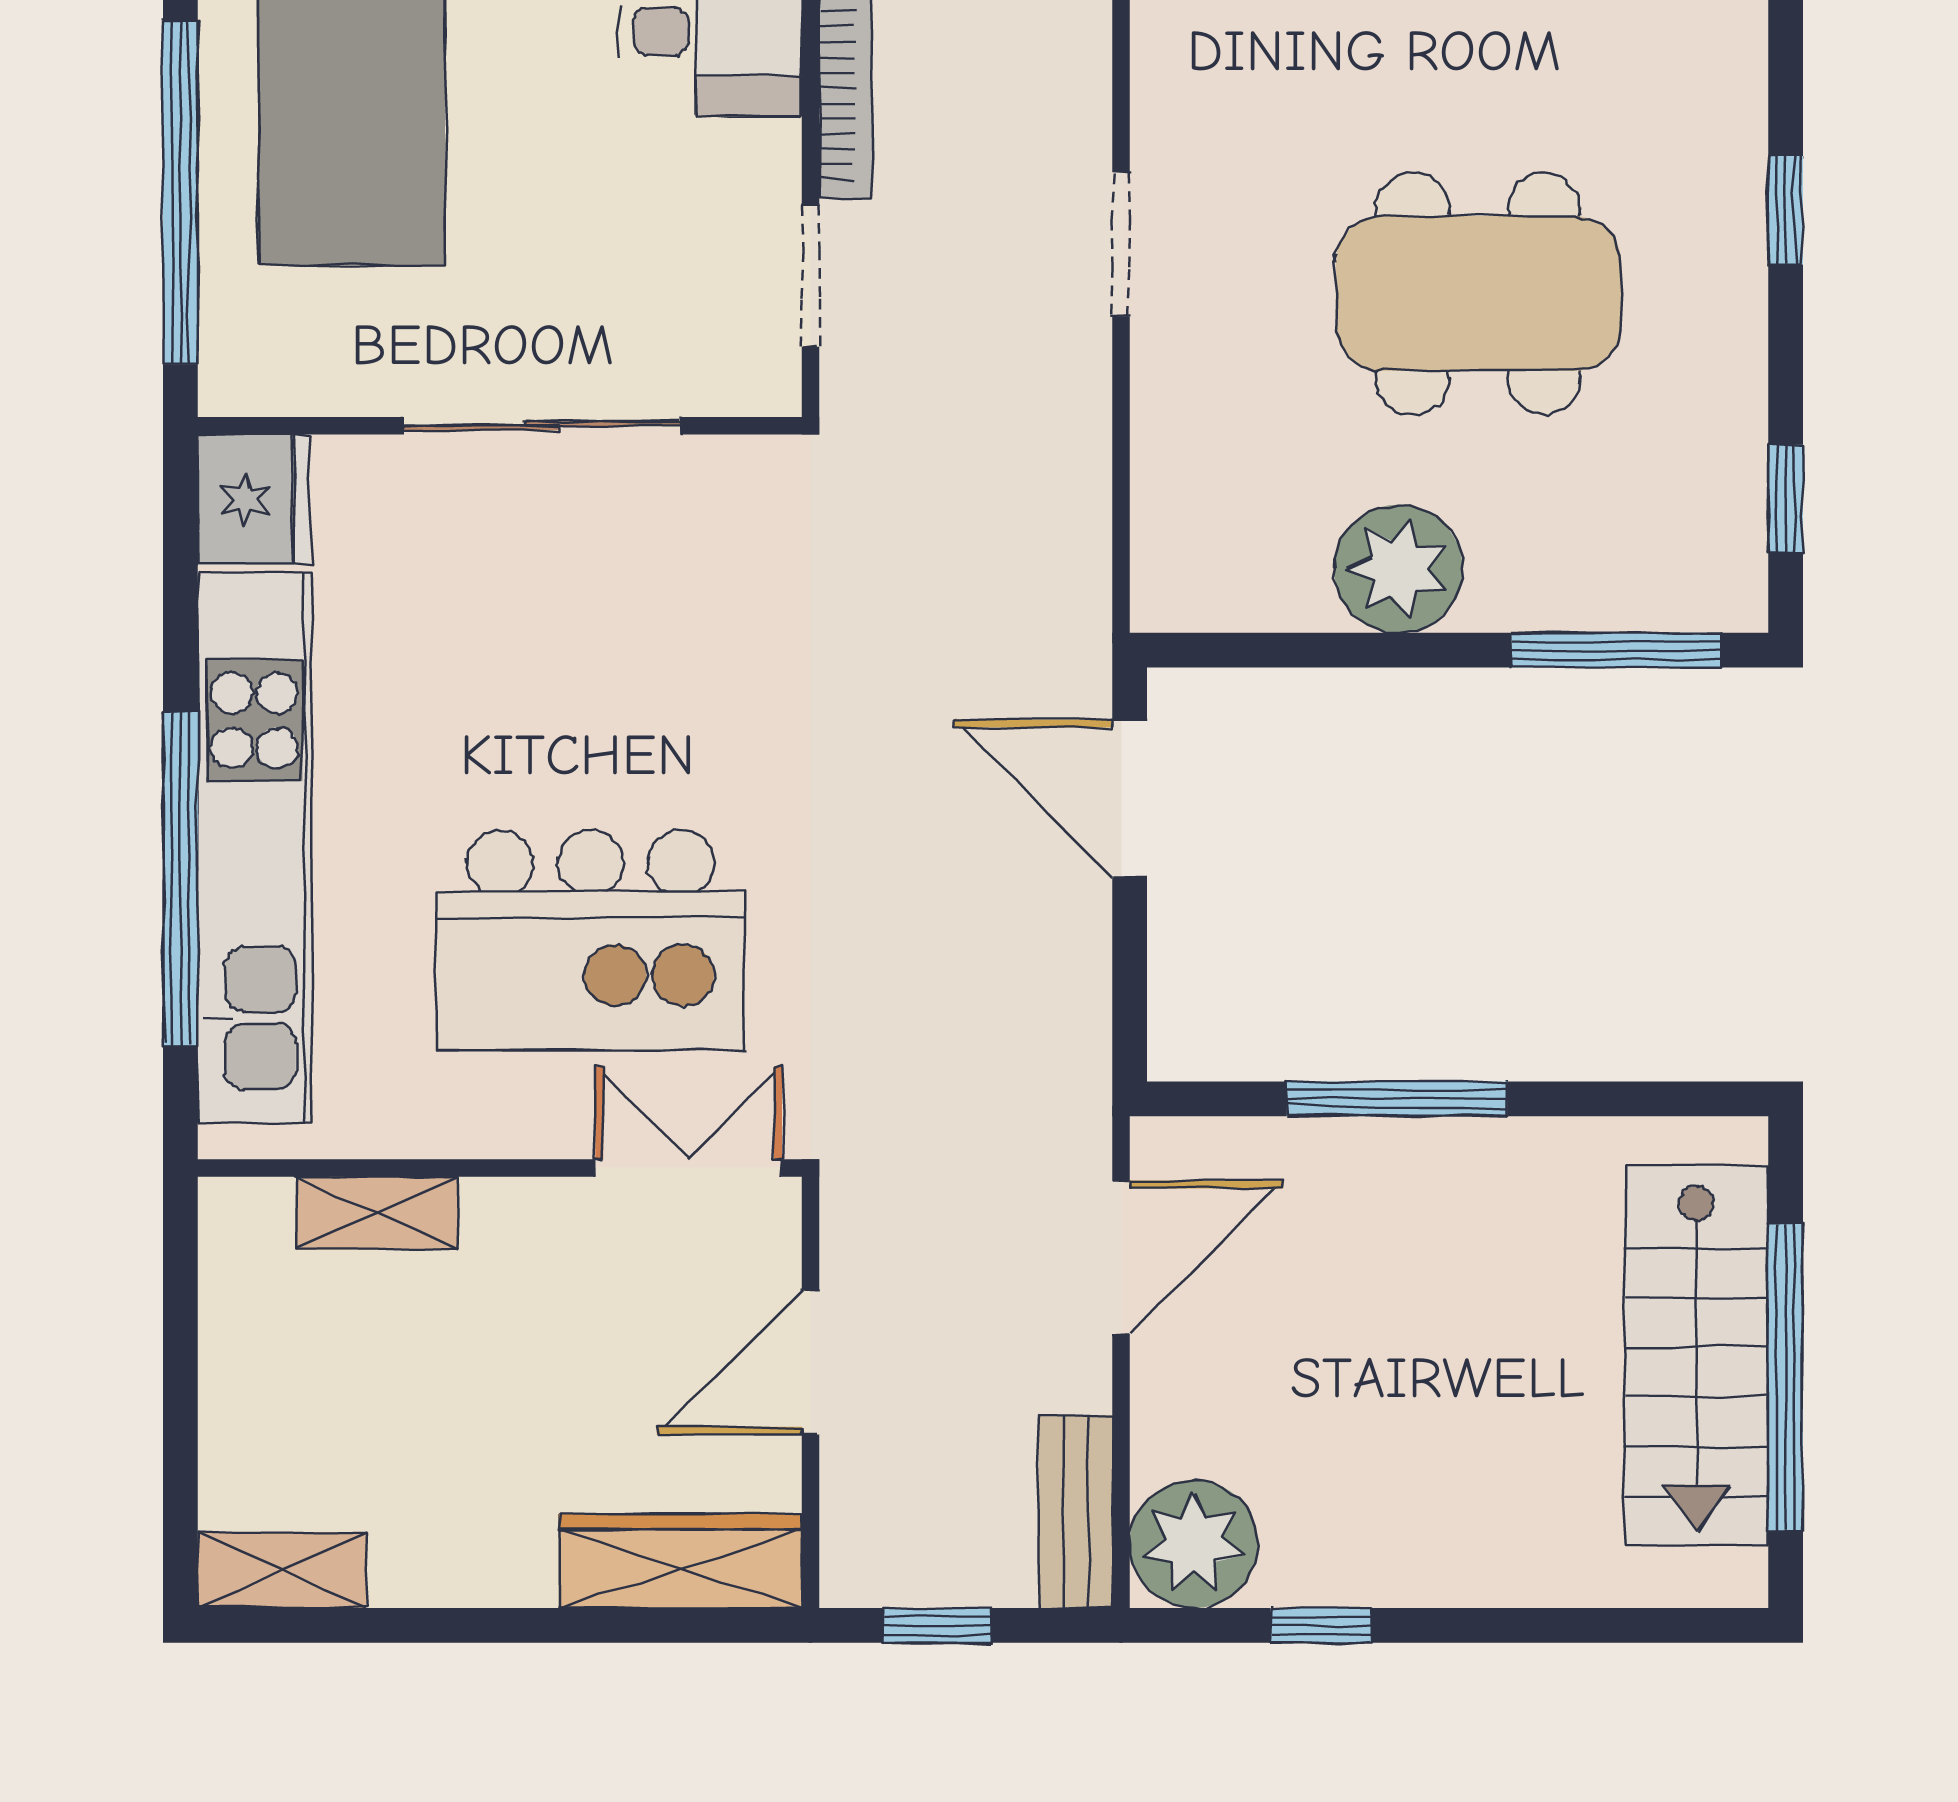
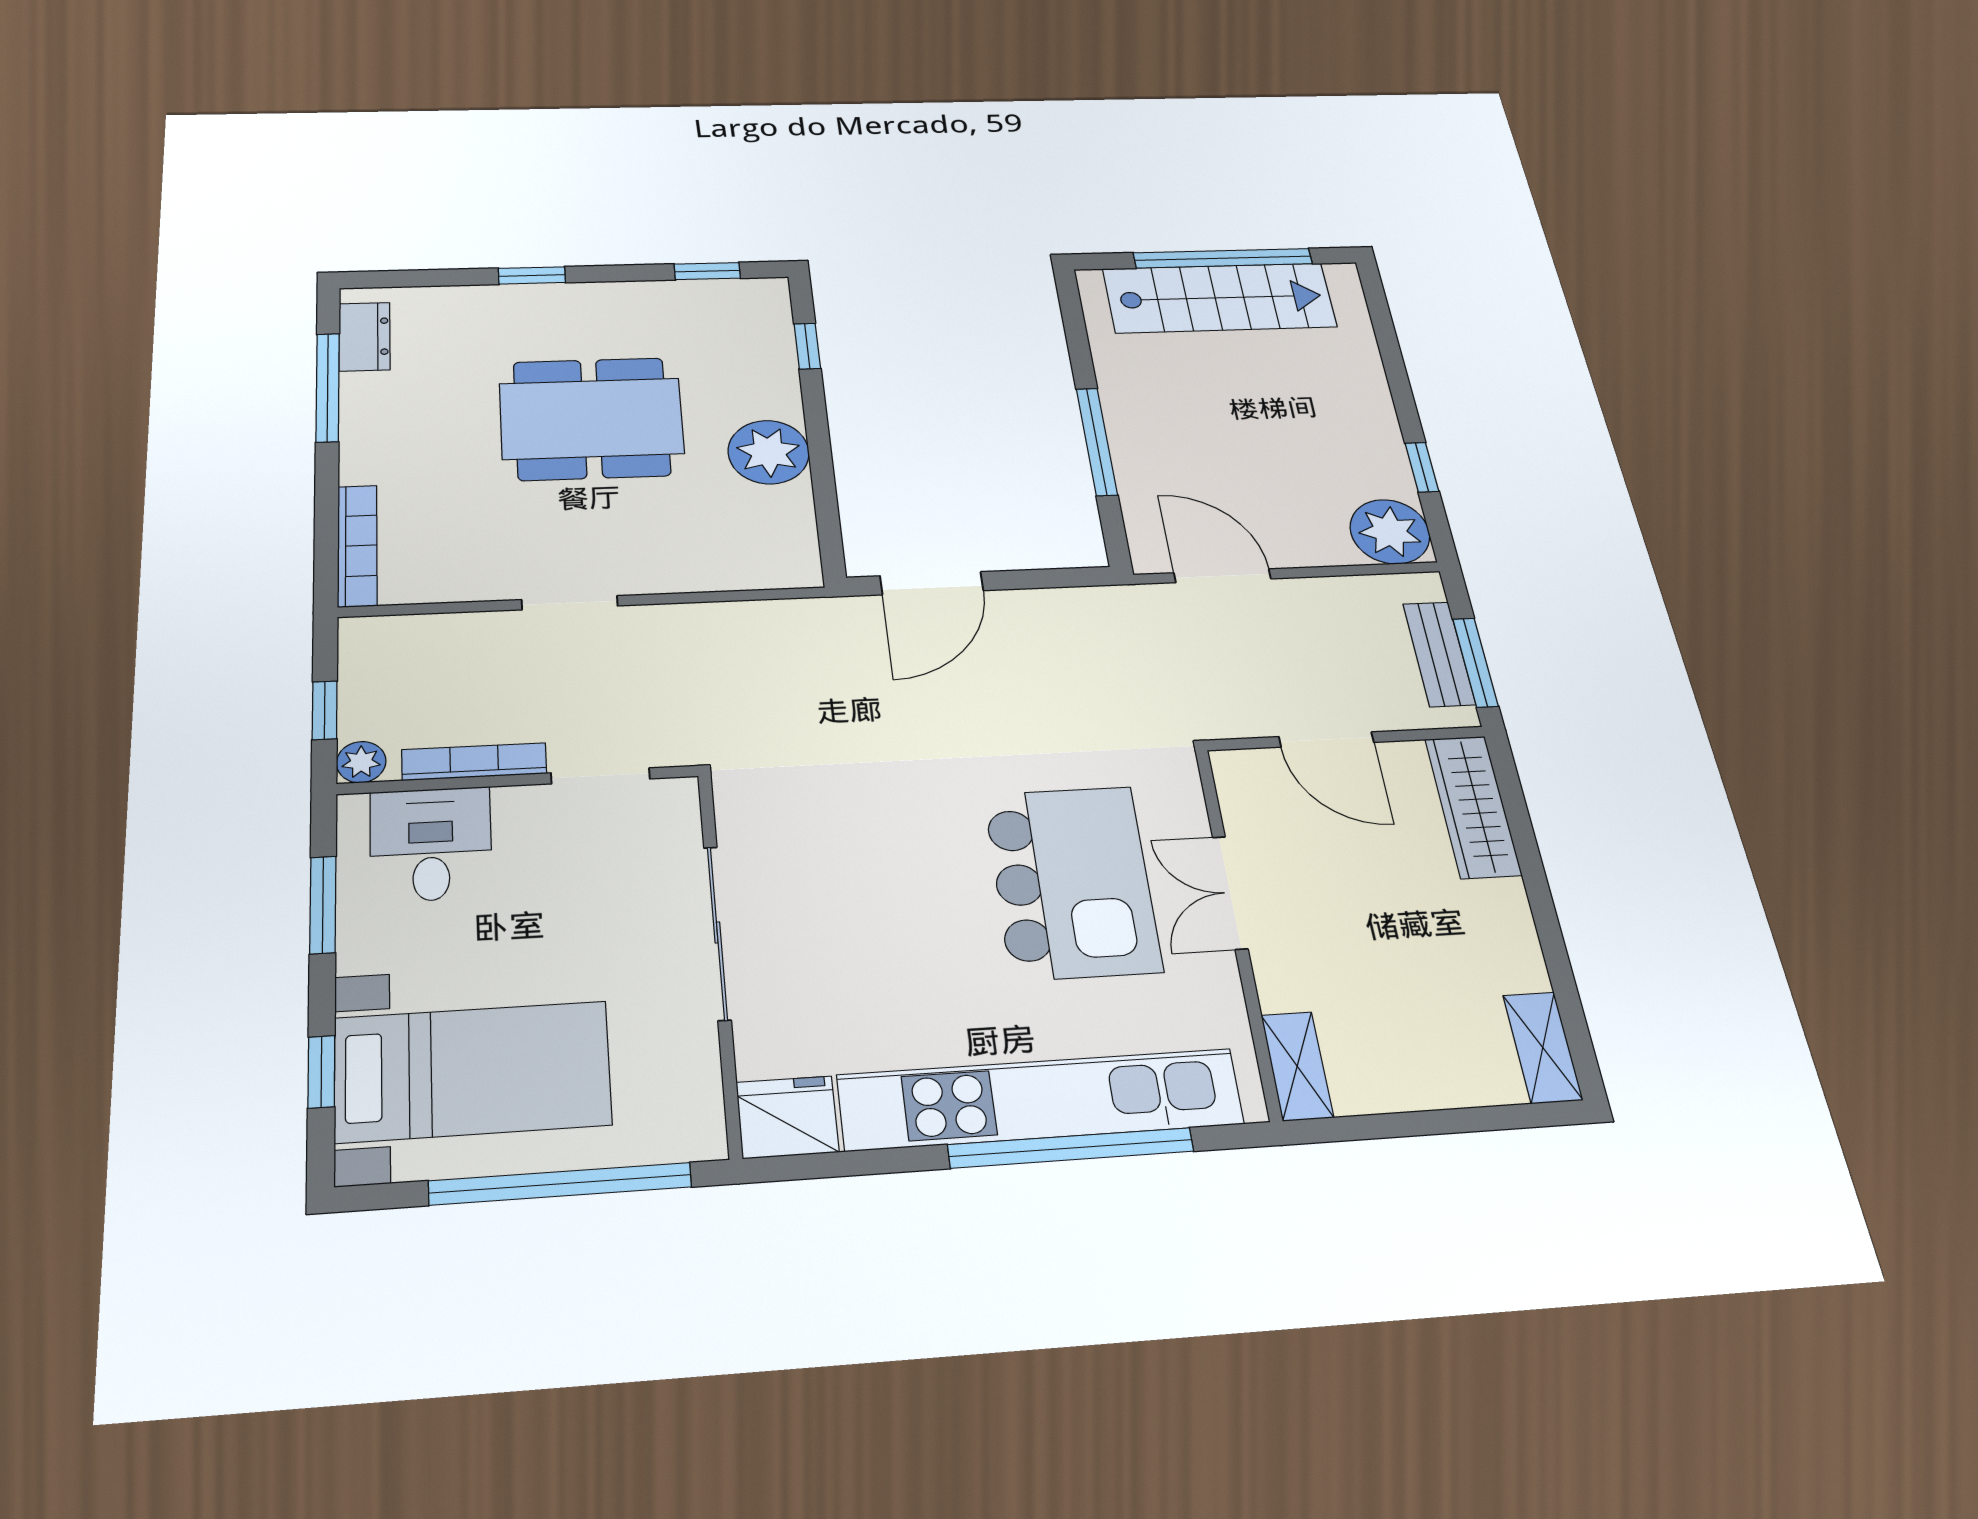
dining table: (1479, 293) -> (591, 418), turned 90
window: (1616, 650) -> (807, 346), width x0.46
double door: (689, 1168) -> (1230, 893), moved
shelving: (377, 1213) -> (1297, 1066), moved
bench: (1076, 1512) -> (1439, 654), moved, turned 90
window: (937, 1625) -> (1475, 662), width x1.50

